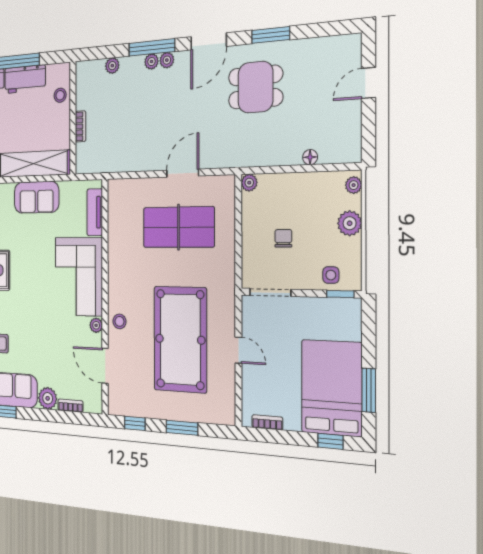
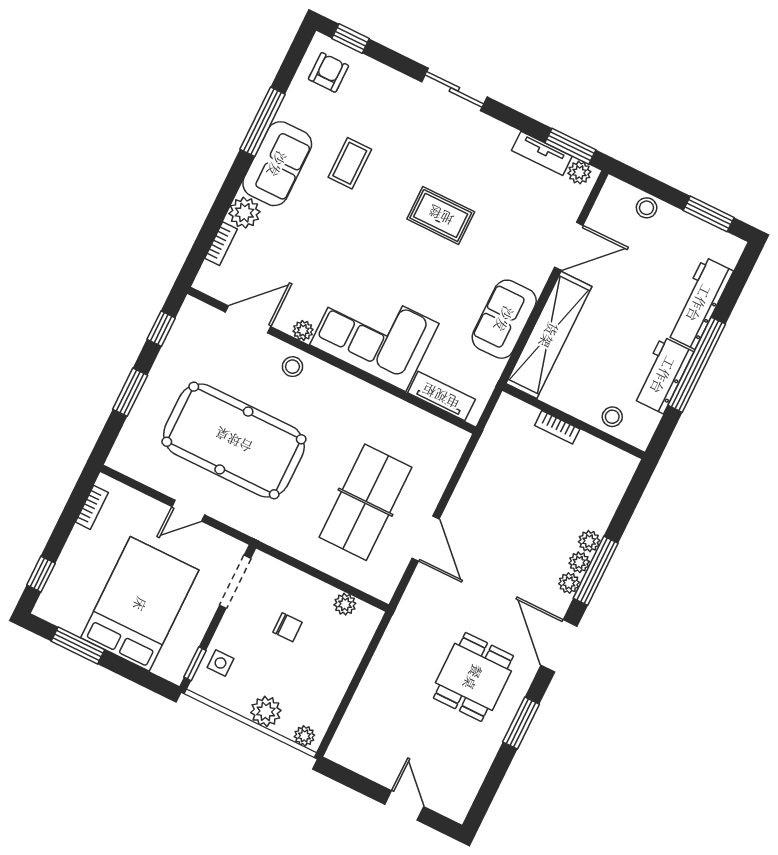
plant: (112, 66) -> (589, 541), moved
floor lamp: (310, 157) -> (361, 702), removed
plant: (249, 183) -> (345, 604), moved
bed: (332, 388) -> (140, 604), moved, turned -90

